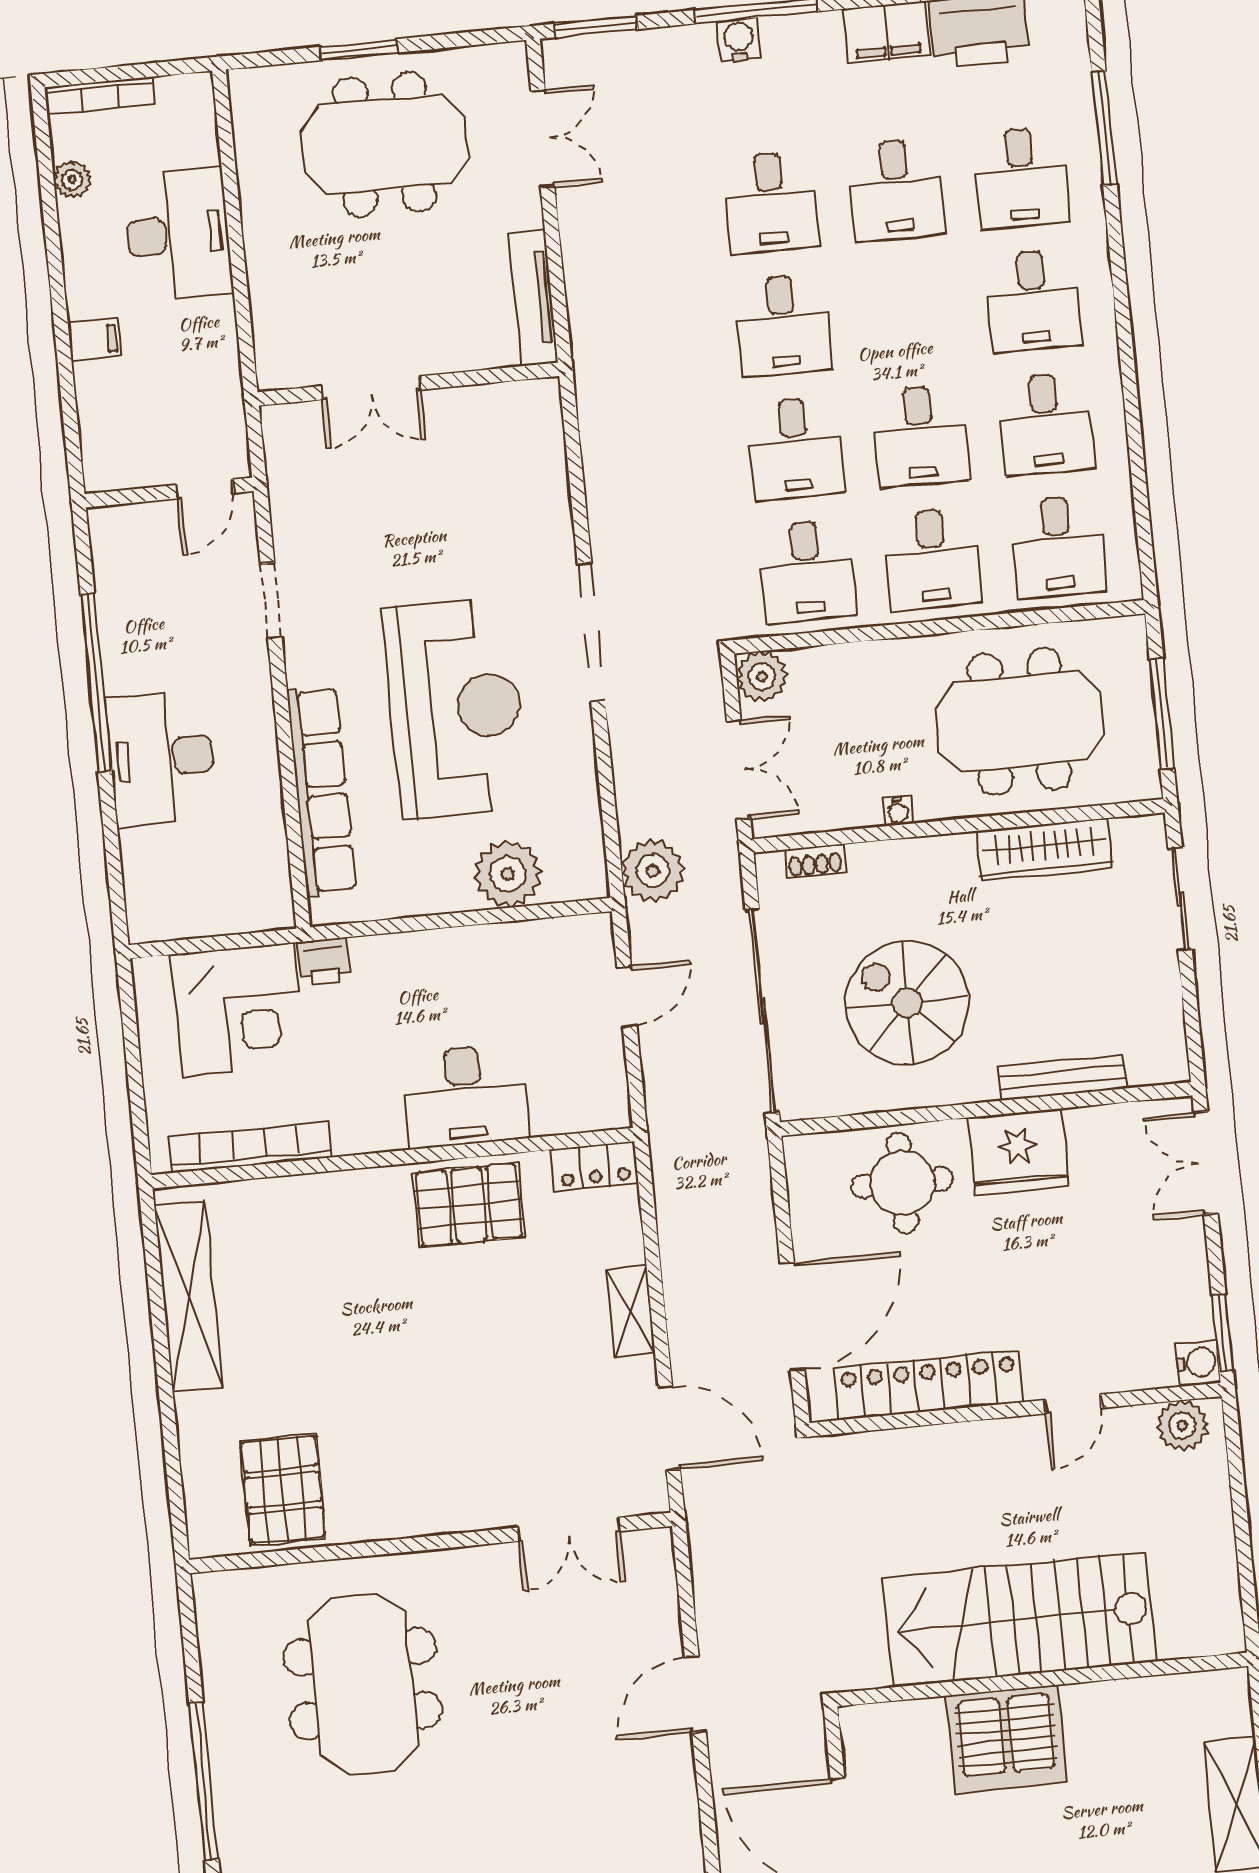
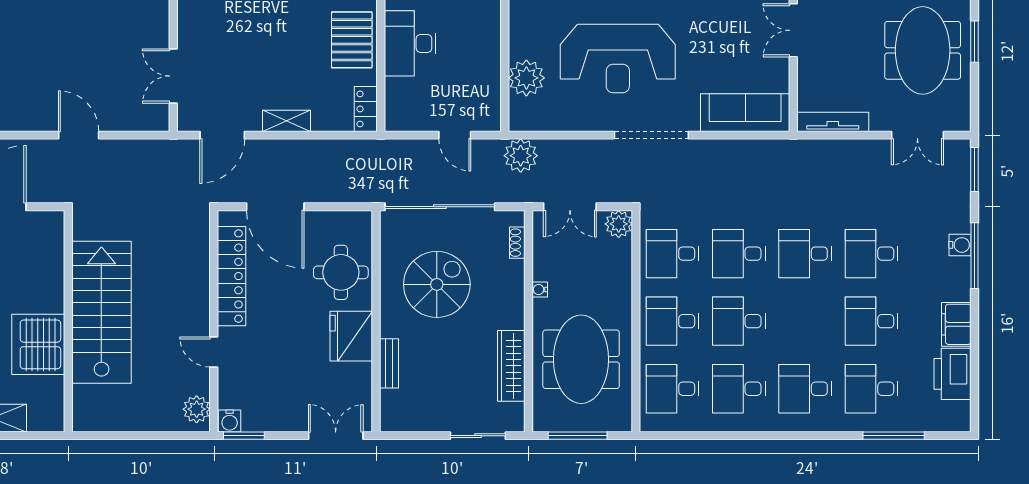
sofa: (532, 462) -> (745, 113), added
bench: (1062, 1077) -> (389, 363), width x0.73
server rack: (1007, 1739) -> (38, 344), moved

